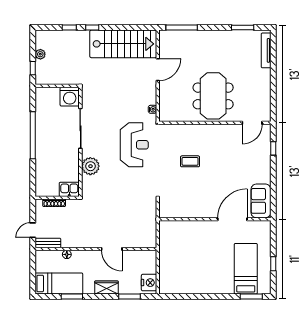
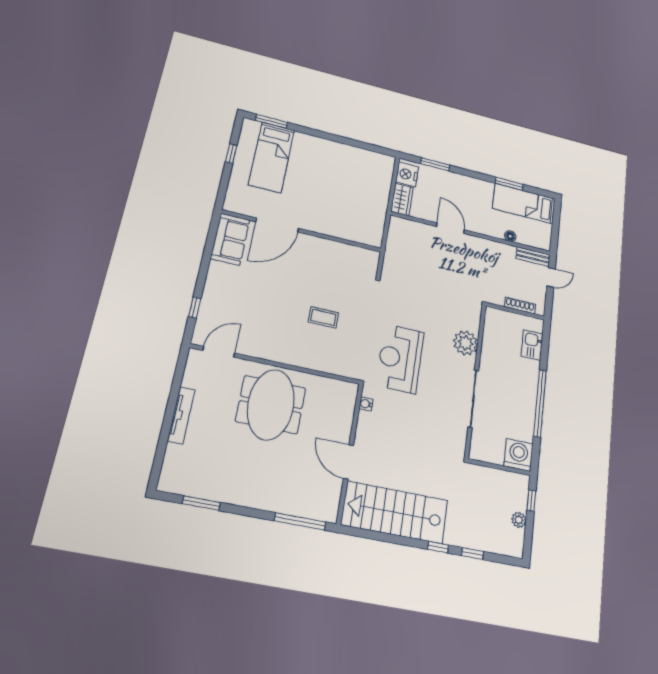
tv unit: (266, 50) -> (181, 415), moved
door: (158, 70) -> (348, 462), hinge flipped
washing machine: (70, 97) -> (519, 455), moved
kitchen sink: (69, 189) -> (532, 345), moved, turned 90
wardrobe: (106, 287) -> (402, 200), moved, turned -90

